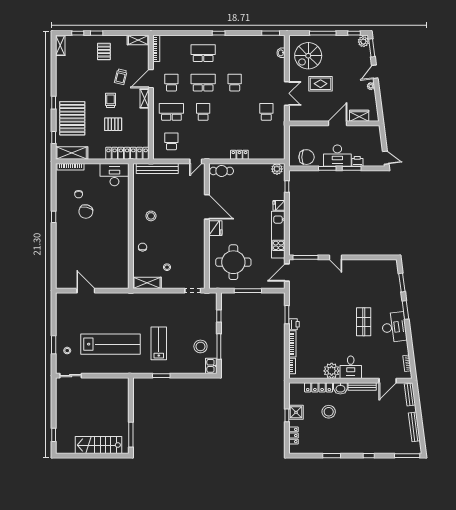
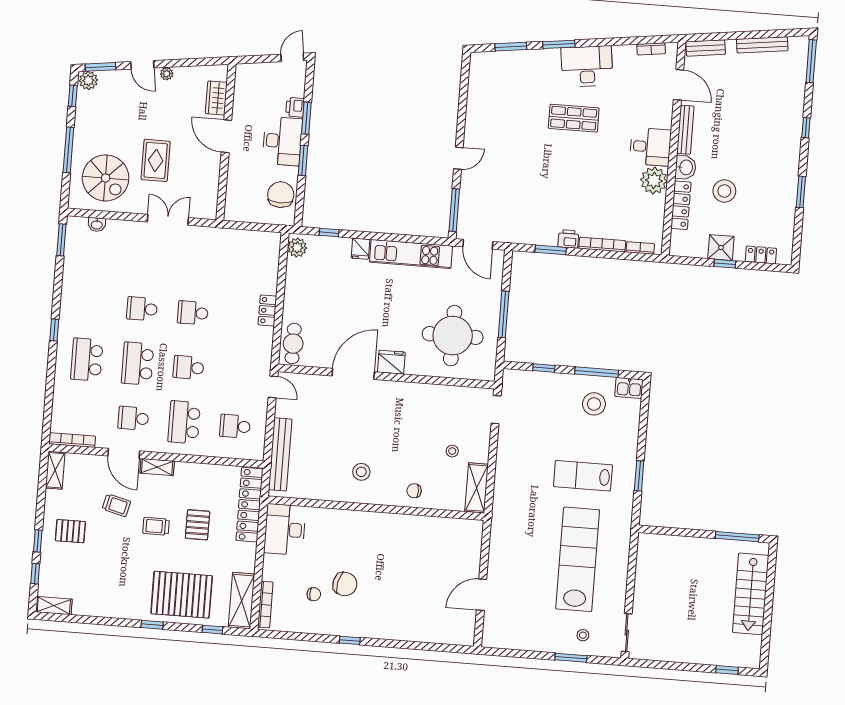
school desk: (266, 112) -> (193, 313), moved

